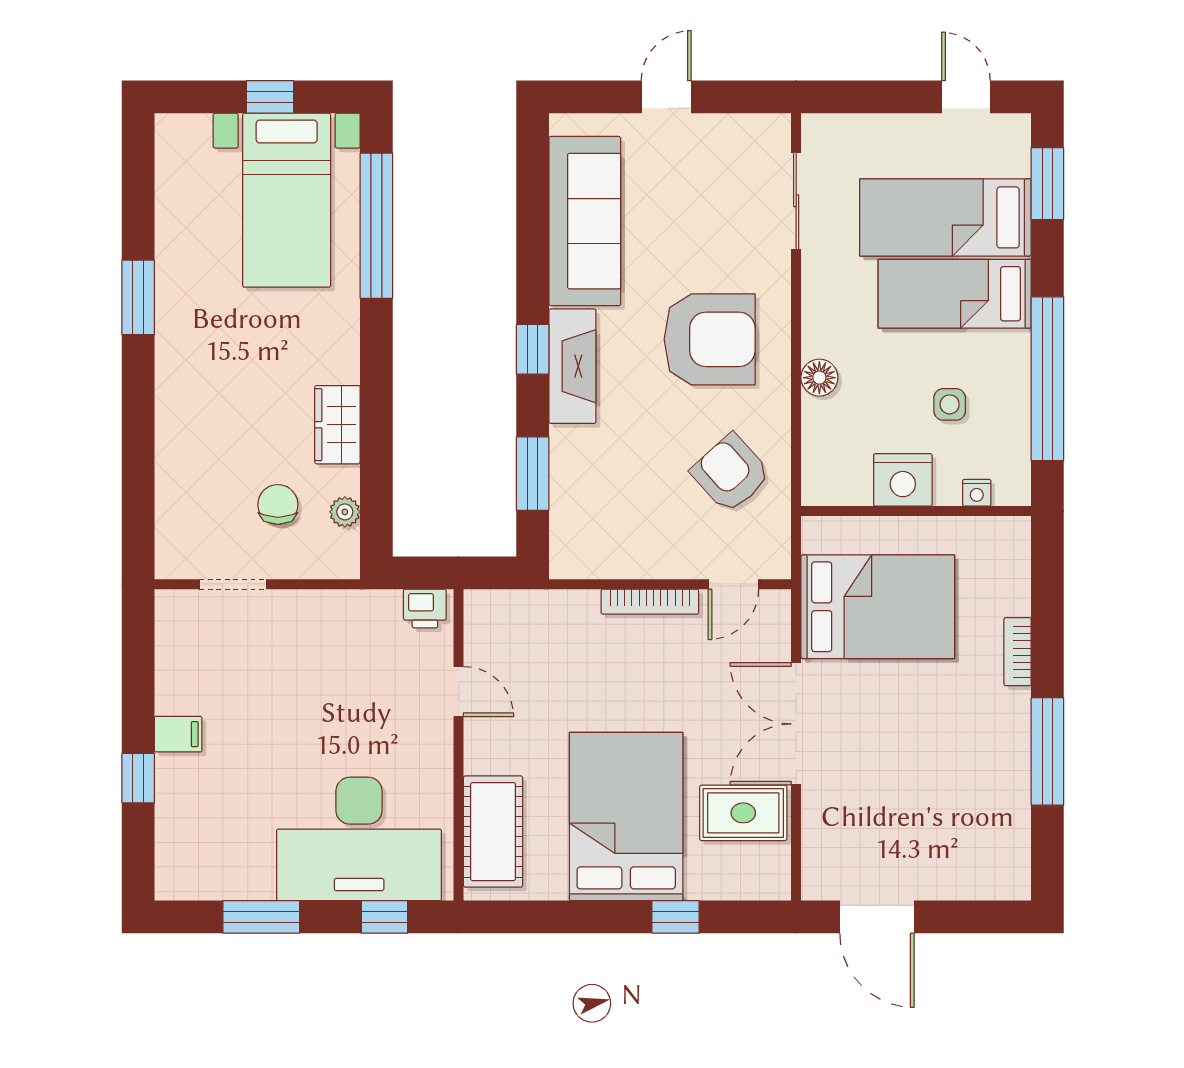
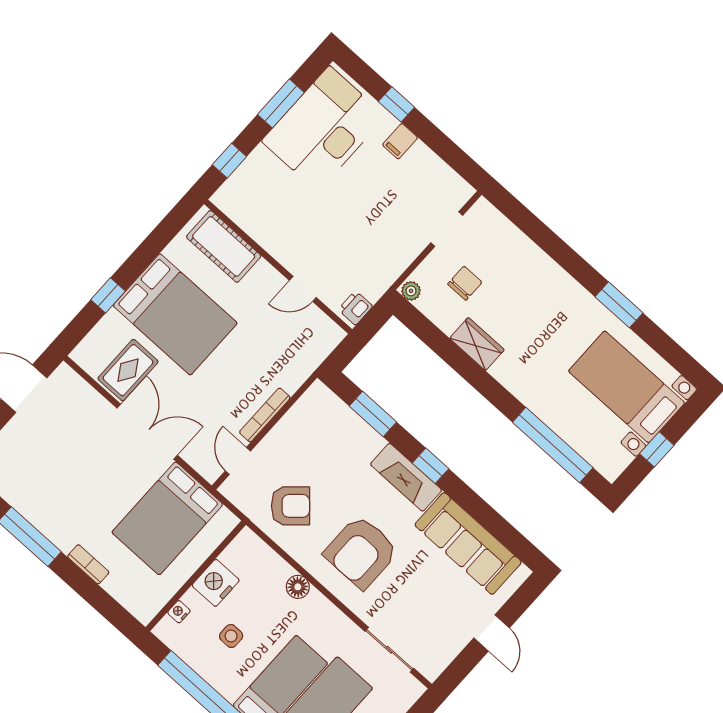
bed with nightstands: (287, 200) -> (627, 387), moved
chair: (278, 505) -> (465, 283), turned -90
plant: (345, 512) -> (411, 291), moved
desk: (359, 839) -> (324, 129), moved

